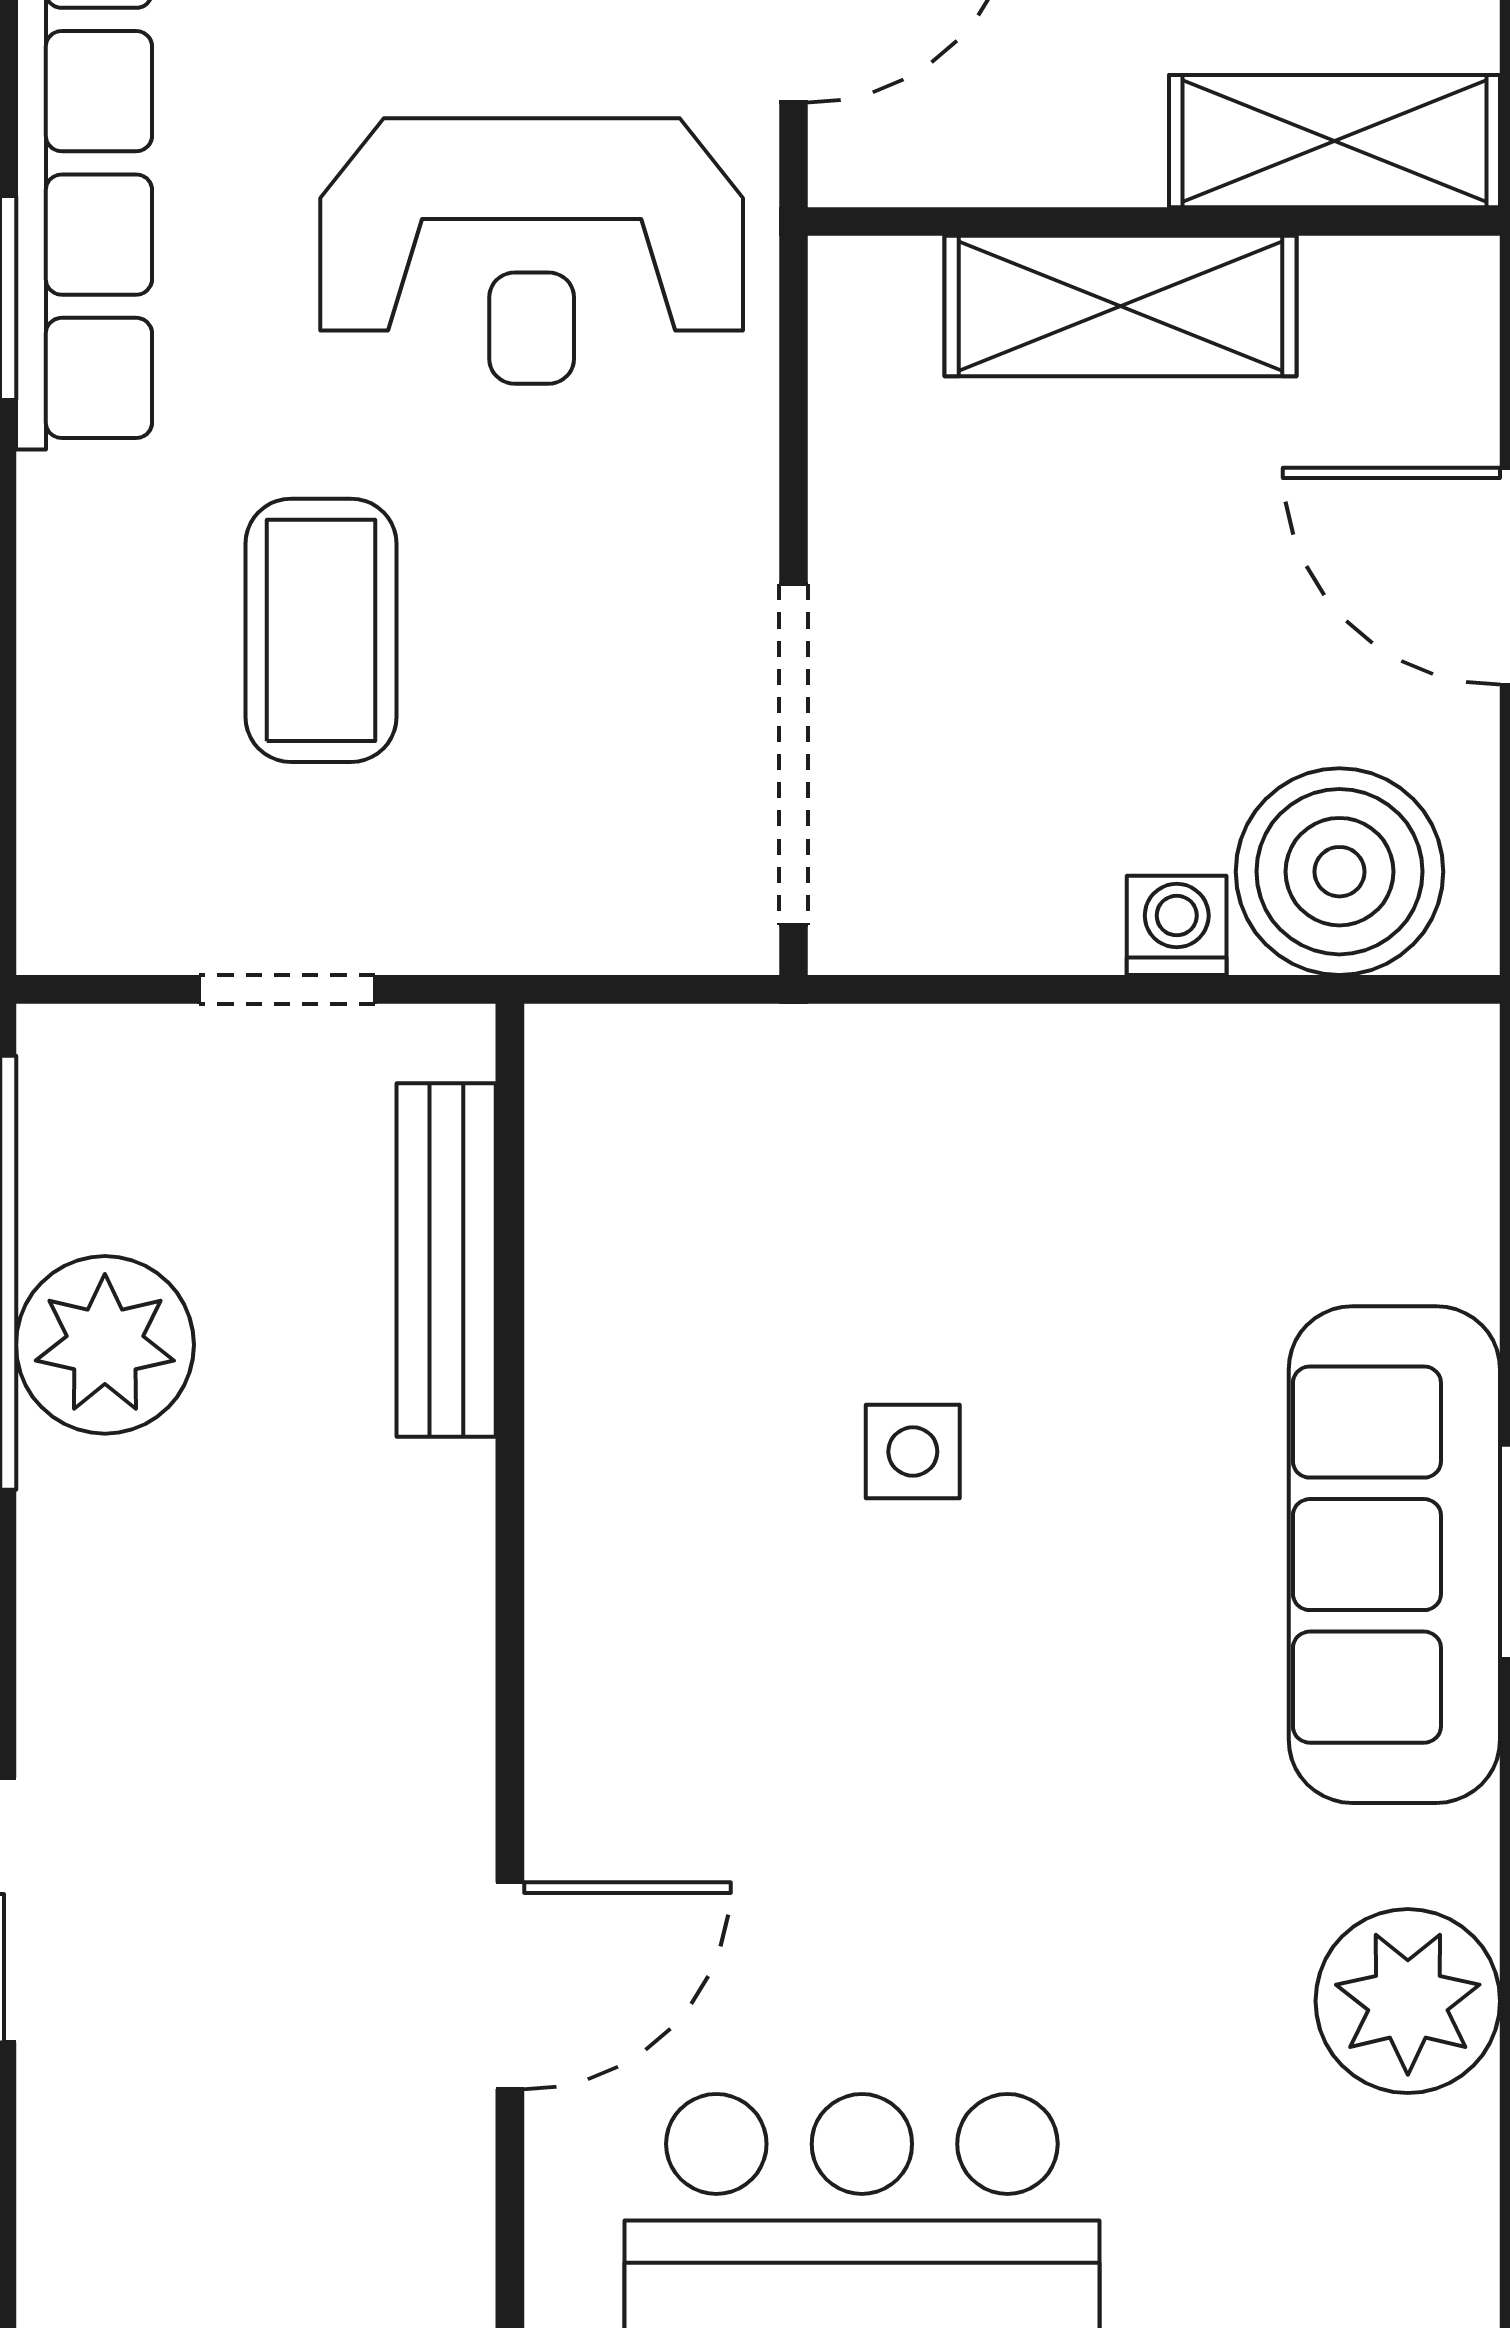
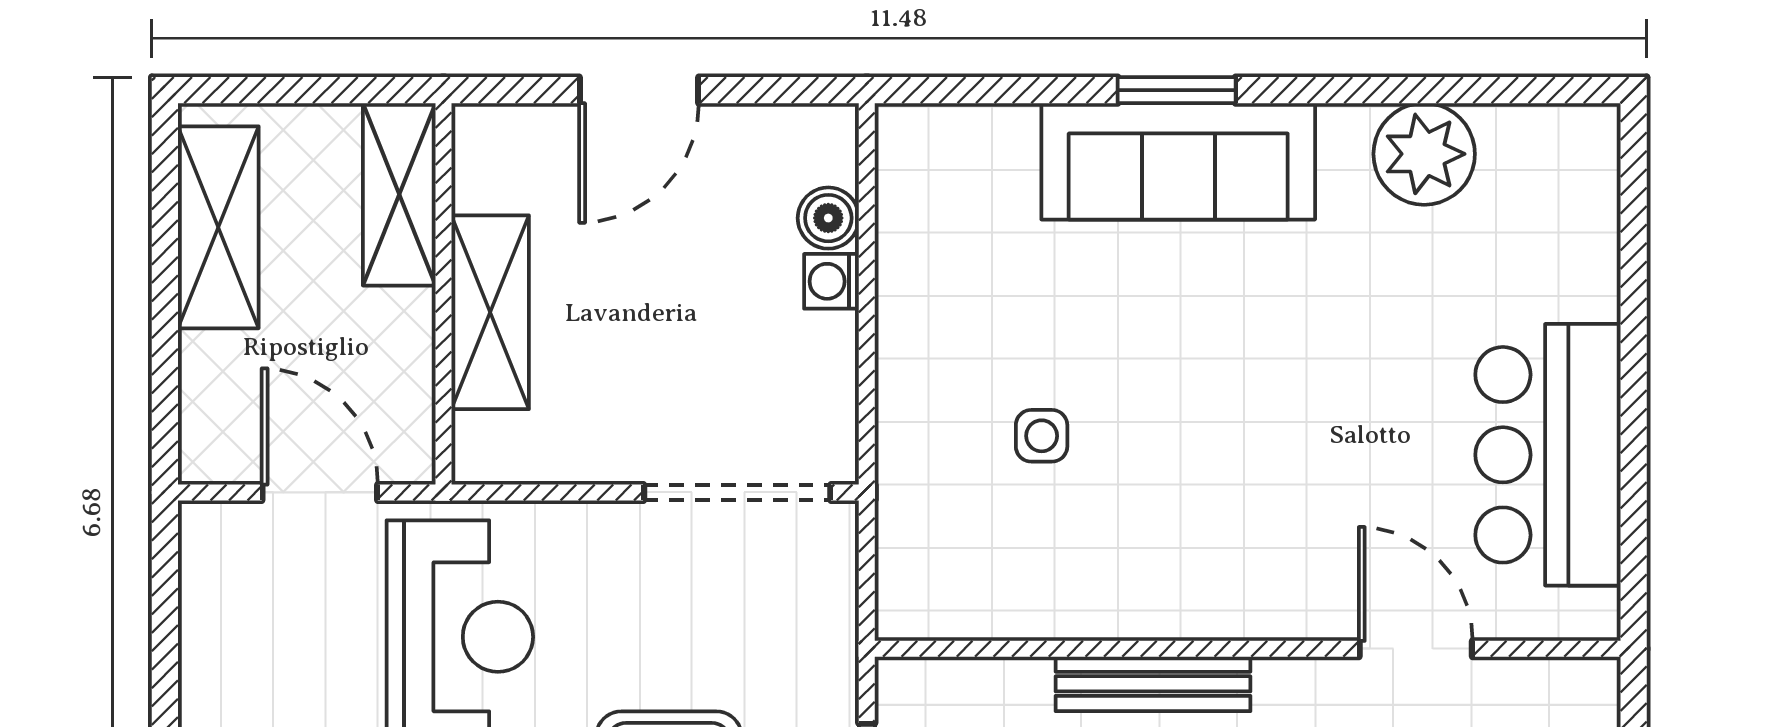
boiler: (1339, 872) -> (828, 218), width x0.54, depth x0.54
bench: (446, 1260) -> (1153, 684), moved
side table: (913, 1452) -> (1042, 436), moved

